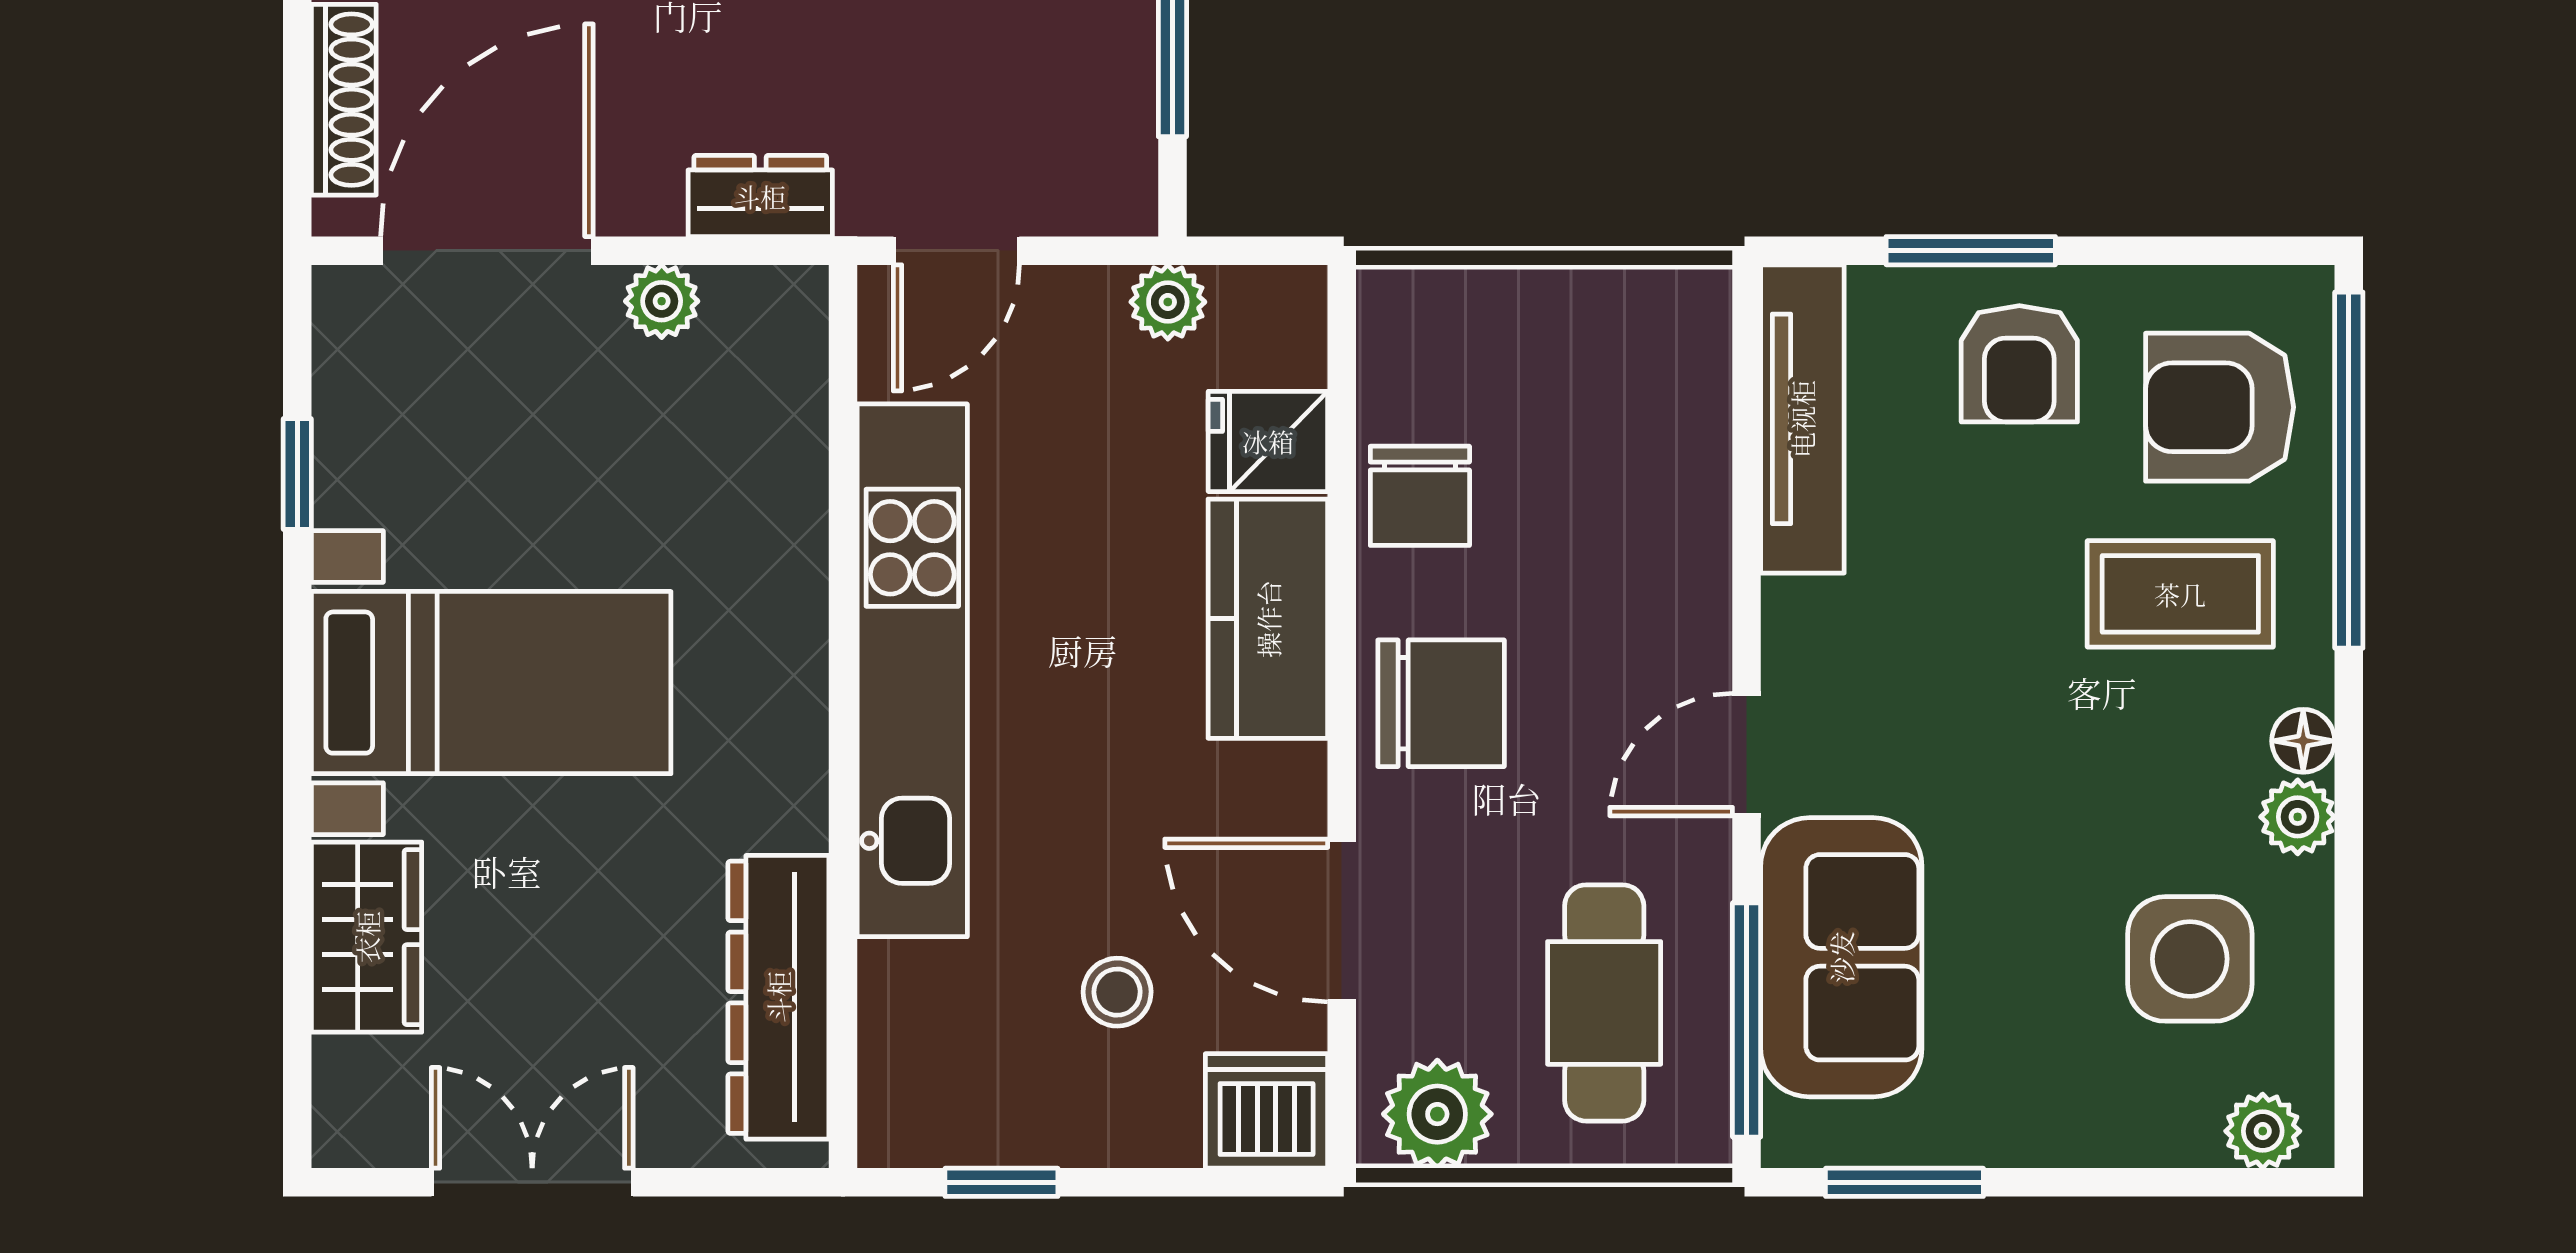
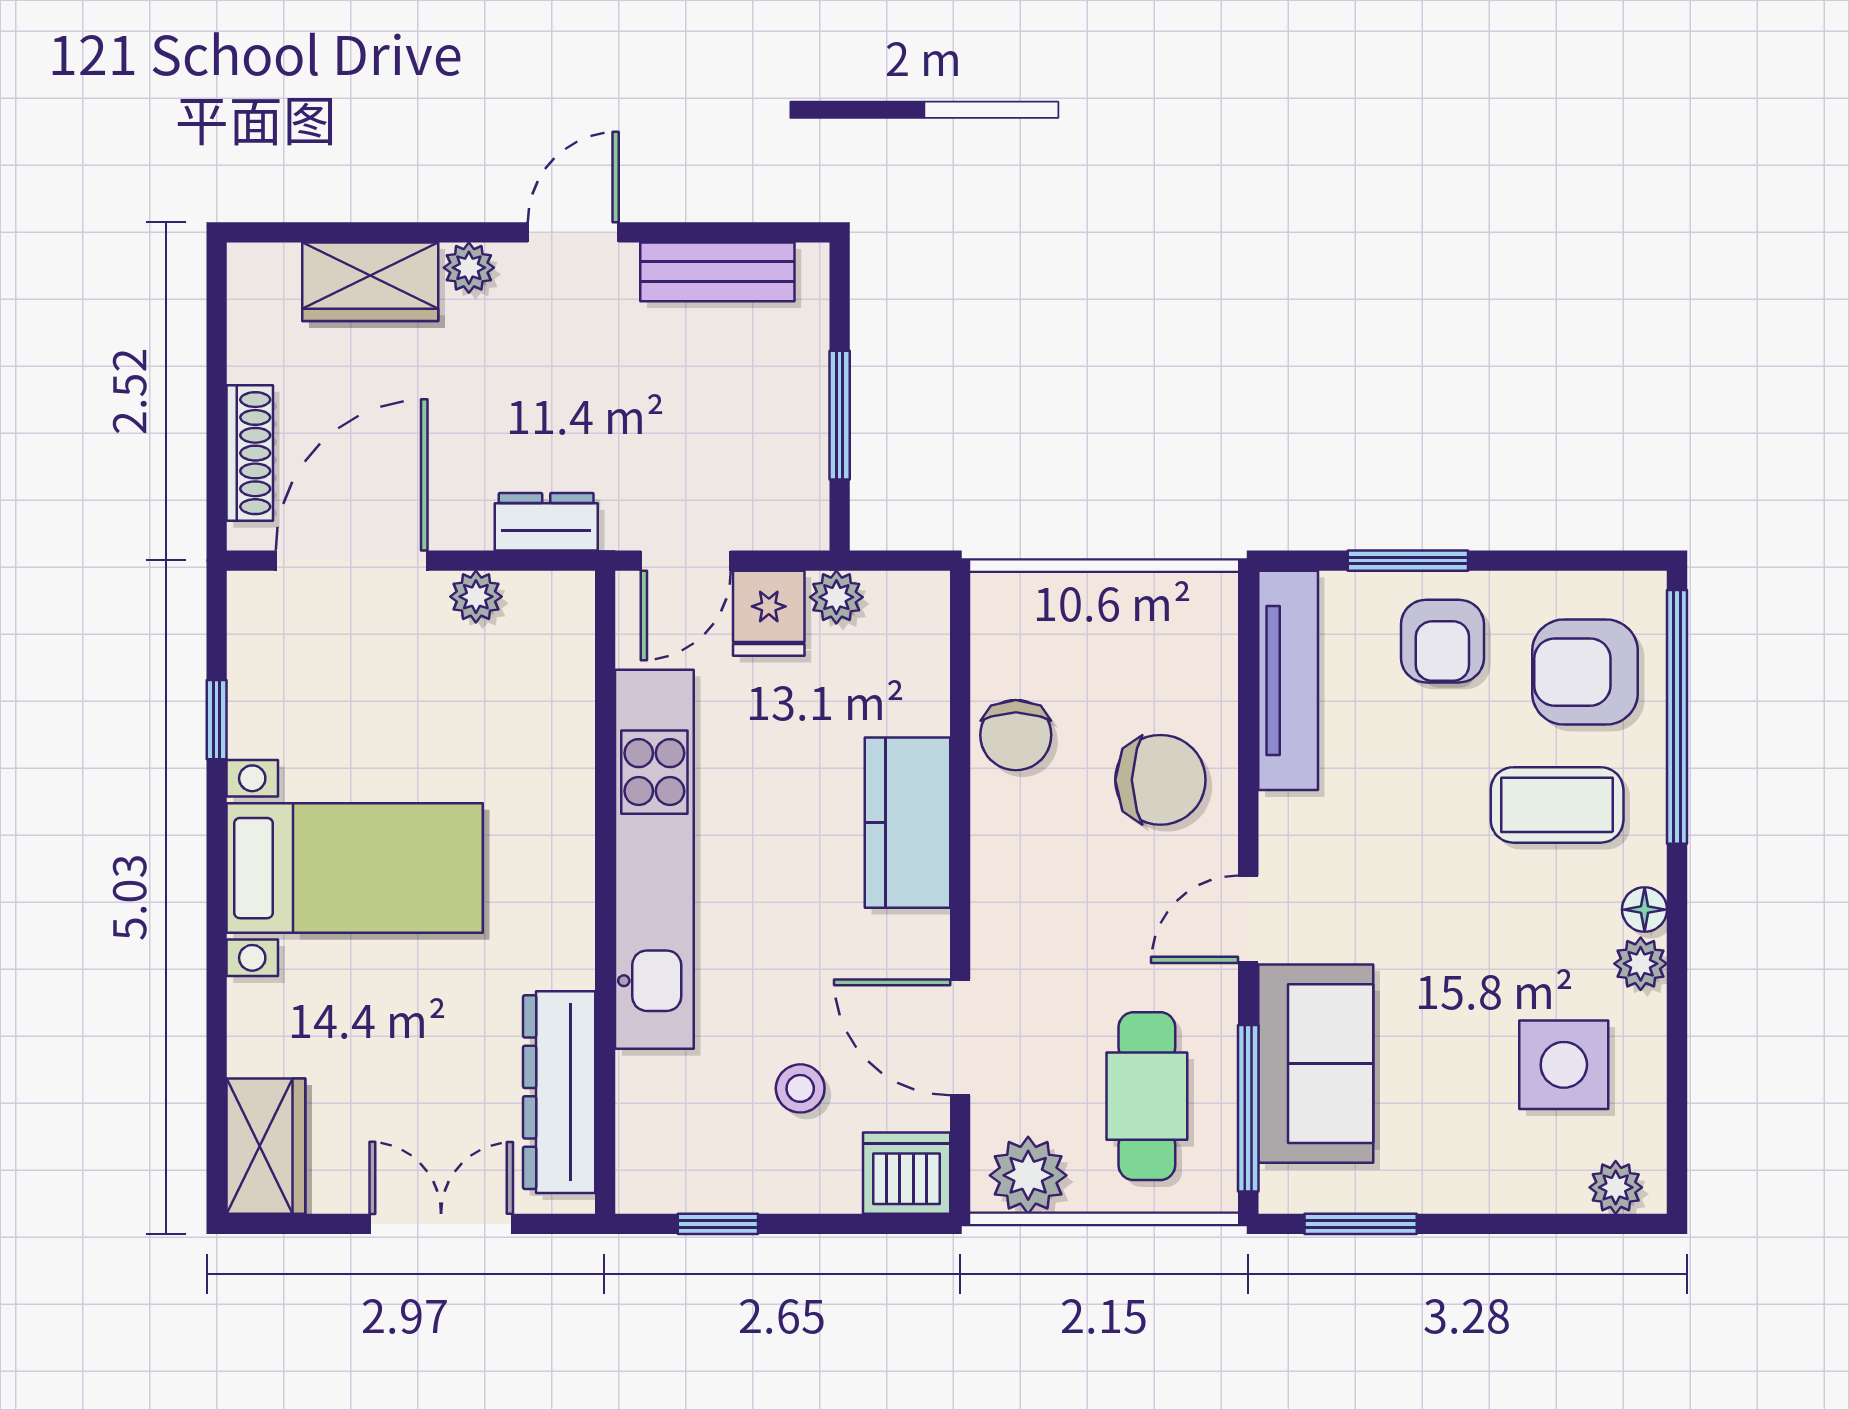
fridge: (1268, 441) -> (769, 613), moved, turned -90
chair: (1441, 703) -> (1160, 780), moved
wardrobe: (367, 937) -> (266, 1146), moved
double door: (532, 1182) -> (441, 1224), moved

